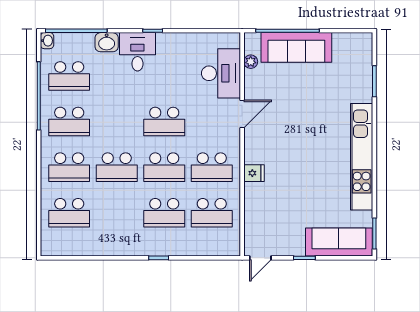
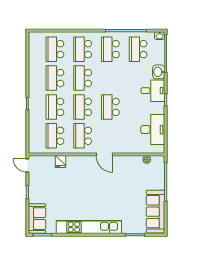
sofa: (296, 47) -> (155, 212), moved
desk: (221, 73) -> (153, 130), moved, turned -90
door: (242, 114) -> (104, 154), moved
fridge: (254, 173) -> (60, 162), moved
school desk: (117, 213) -> (55, 78), added
sofa: (339, 242) -> (37, 219), width x0.73

